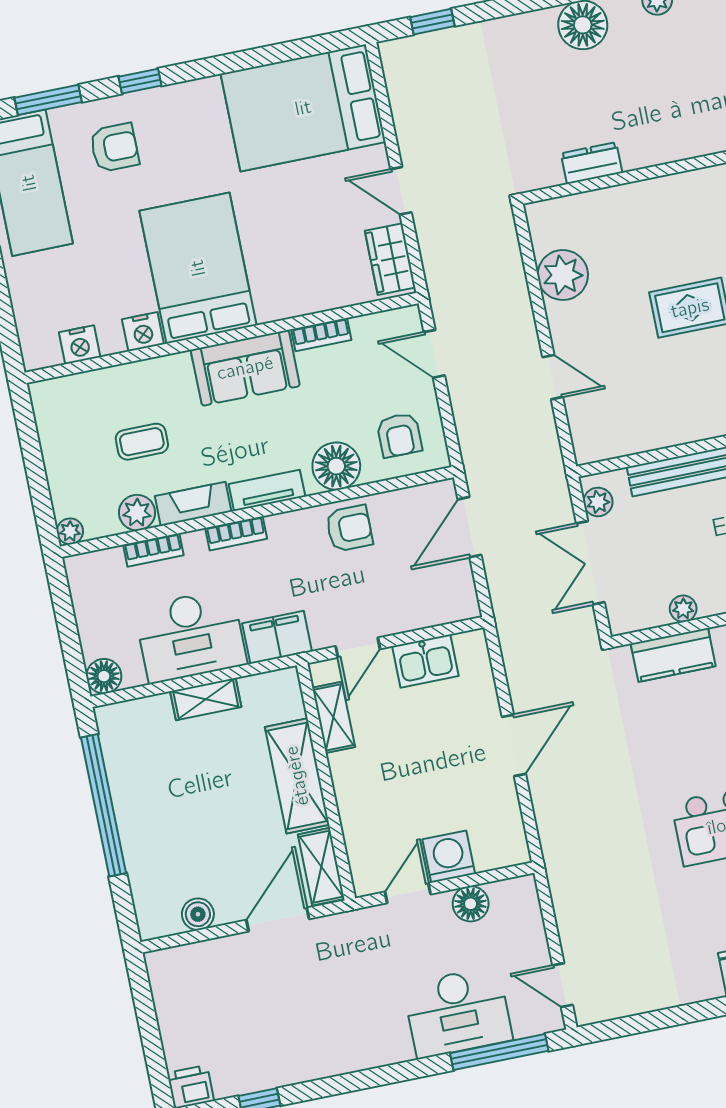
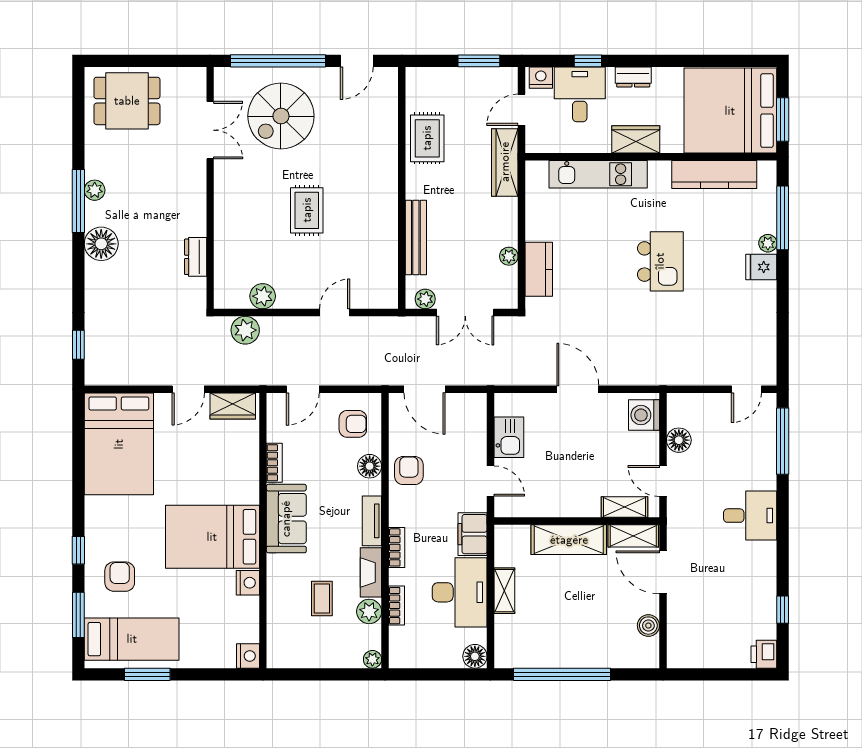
plant: (502, 255) -> (245, 330), added
plant: (563, 275) -> (263, 296), width x0.73, depth x0.73
nightstand: (80, 345) -> (248, 656), moved
floor lamp: (336, 466) -> (370, 466), width x0.73, depth x0.73
shelving: (334, 717) -> (624, 507), moved
washing machine: (449, 857) -> (644, 415), moved
desk: (458, 1012) -> (750, 516), moved, width x0.73

